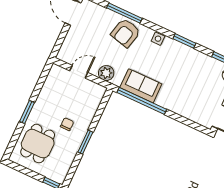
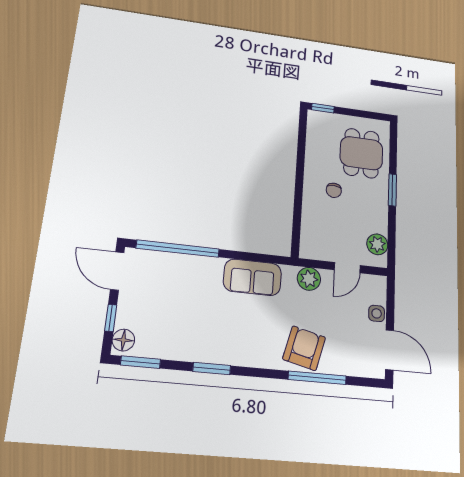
side table: (158, 39) -> (377, 313), moved
plant: (53, 80) -> (377, 244), added
window: (142, 101) -> (178, 249), moved
window: (85, 142) -> (300, 174), removed

